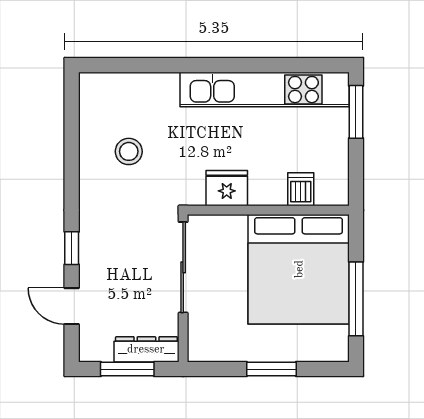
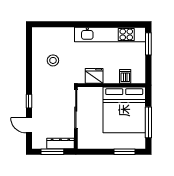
window: (271, 369) -> (124, 152), moved

